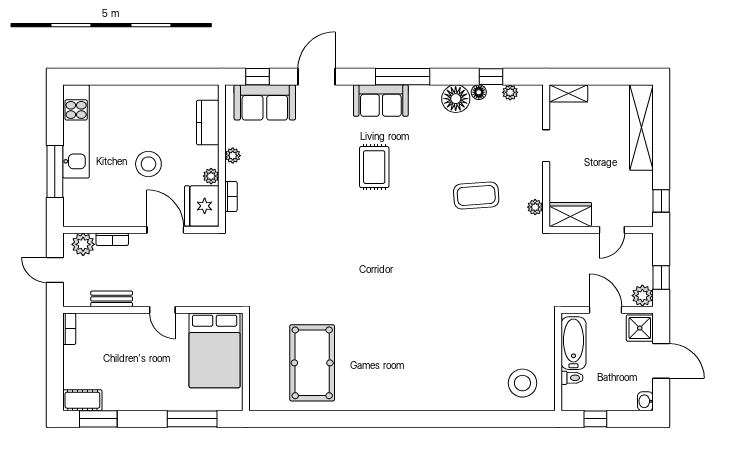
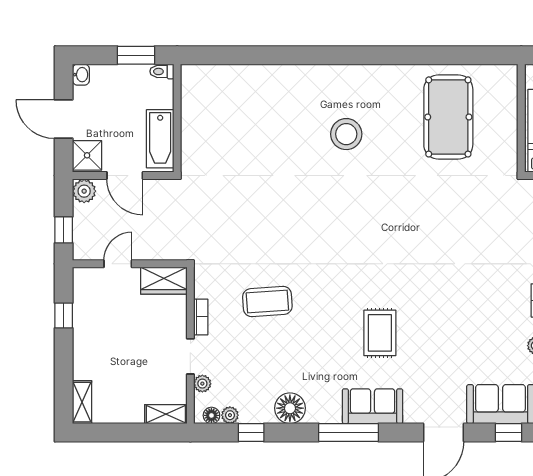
floor lamp: (479, 92) -> (211, 415), moved
shelving: (641, 128) -> (82, 402), width x0.45, depth x0.75
bookcase: (537, 181) -> (201, 317), added
window: (661, 201) -> (64, 315), moved
plant: (535, 207) -> (202, 384), moved
window: (661, 278) -> (64, 230), moved
toilet: (572, 378) -> (162, 71), moved
stool: (522, 383) -> (346, 134), moved
window: (595, 419) -> (136, 55), width x1.50

